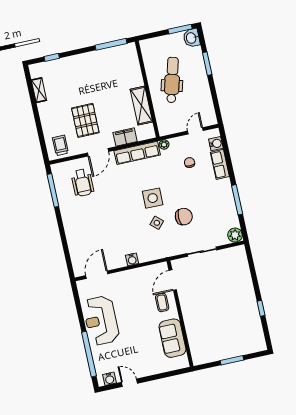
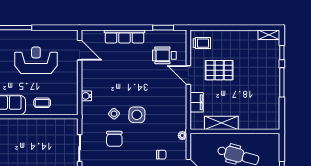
window: (111, 44) -> (282, 82), moved
shelving: (39, 90) -> (269, 35), moved
row of seats: (137, 153) -> (124, 36), moved, turned -90
window: (53, 190) -> (163, 28), width x0.69
water cooler: (132, 259) -> (86, 96), moved
door: (173, 280) -> (60, 117), removed
reception desk: (101, 321) -> (36, 60), moved

